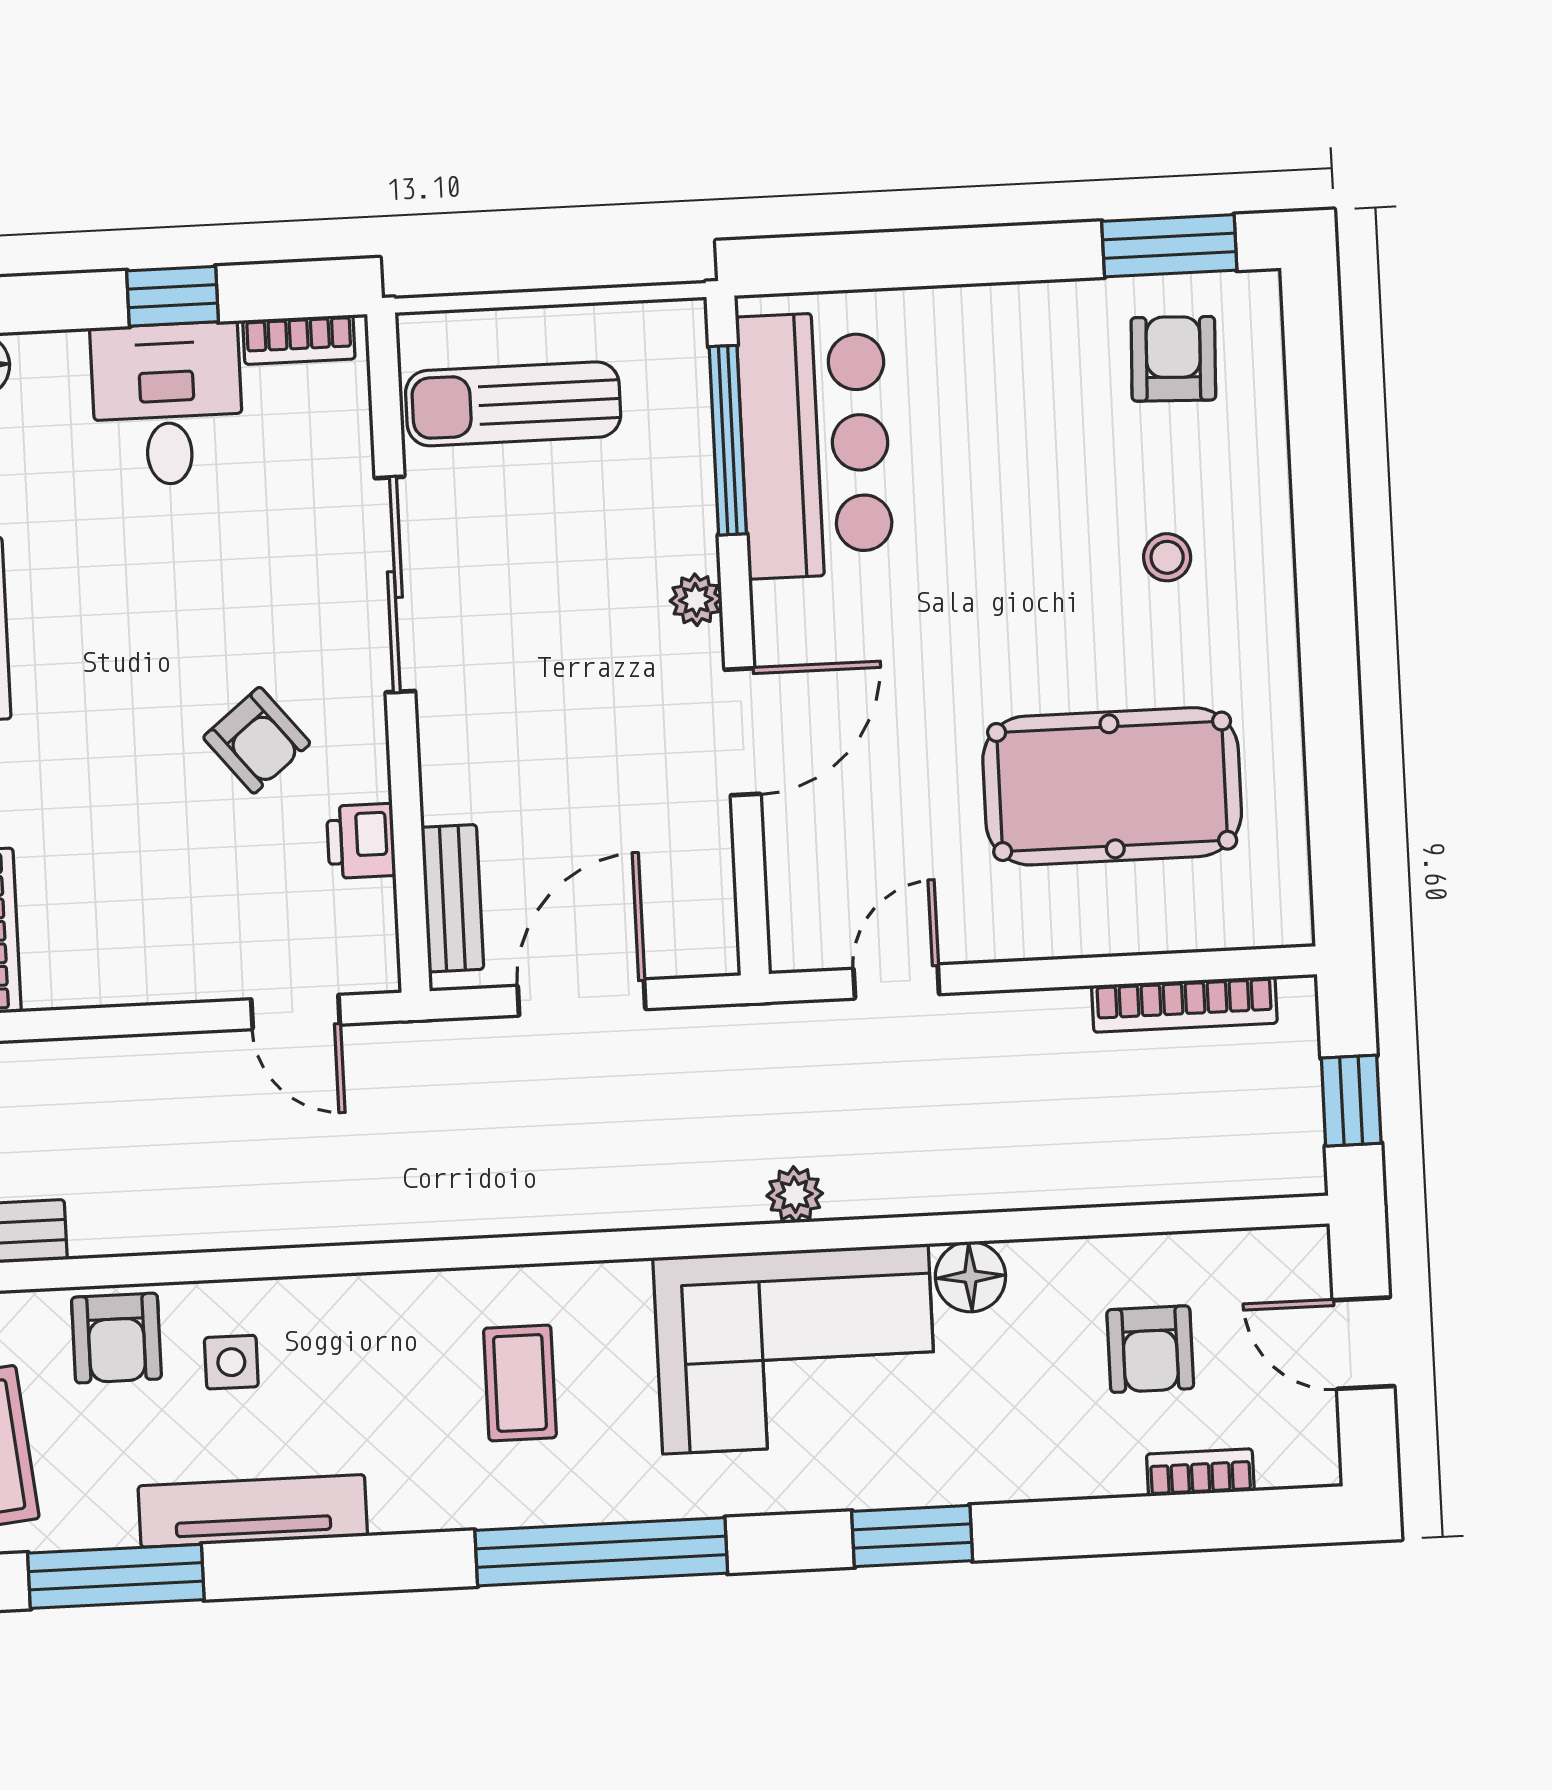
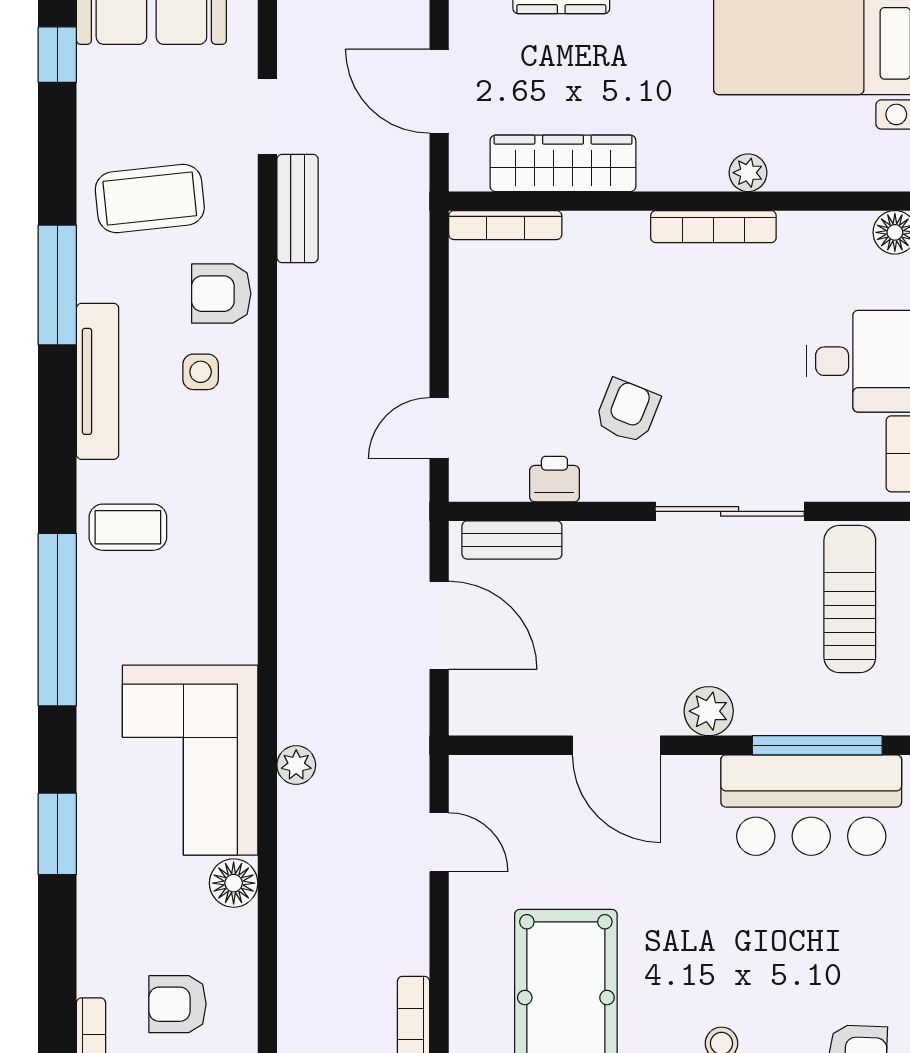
plant: (696, 600) -> (709, 711), width x1.38, depth x1.38
armchair: (257, 740) -> (627, 411), turned 151
coffee table: (520, 1383) -> (128, 527), moved

